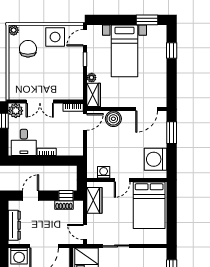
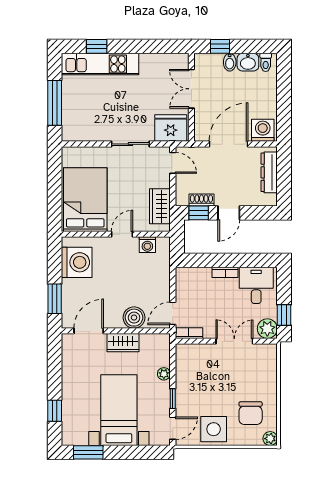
wardrobe: (94, 95) -> (123, 343), moved, turned -90
door: (31, 196) -> (229, 213), moved

